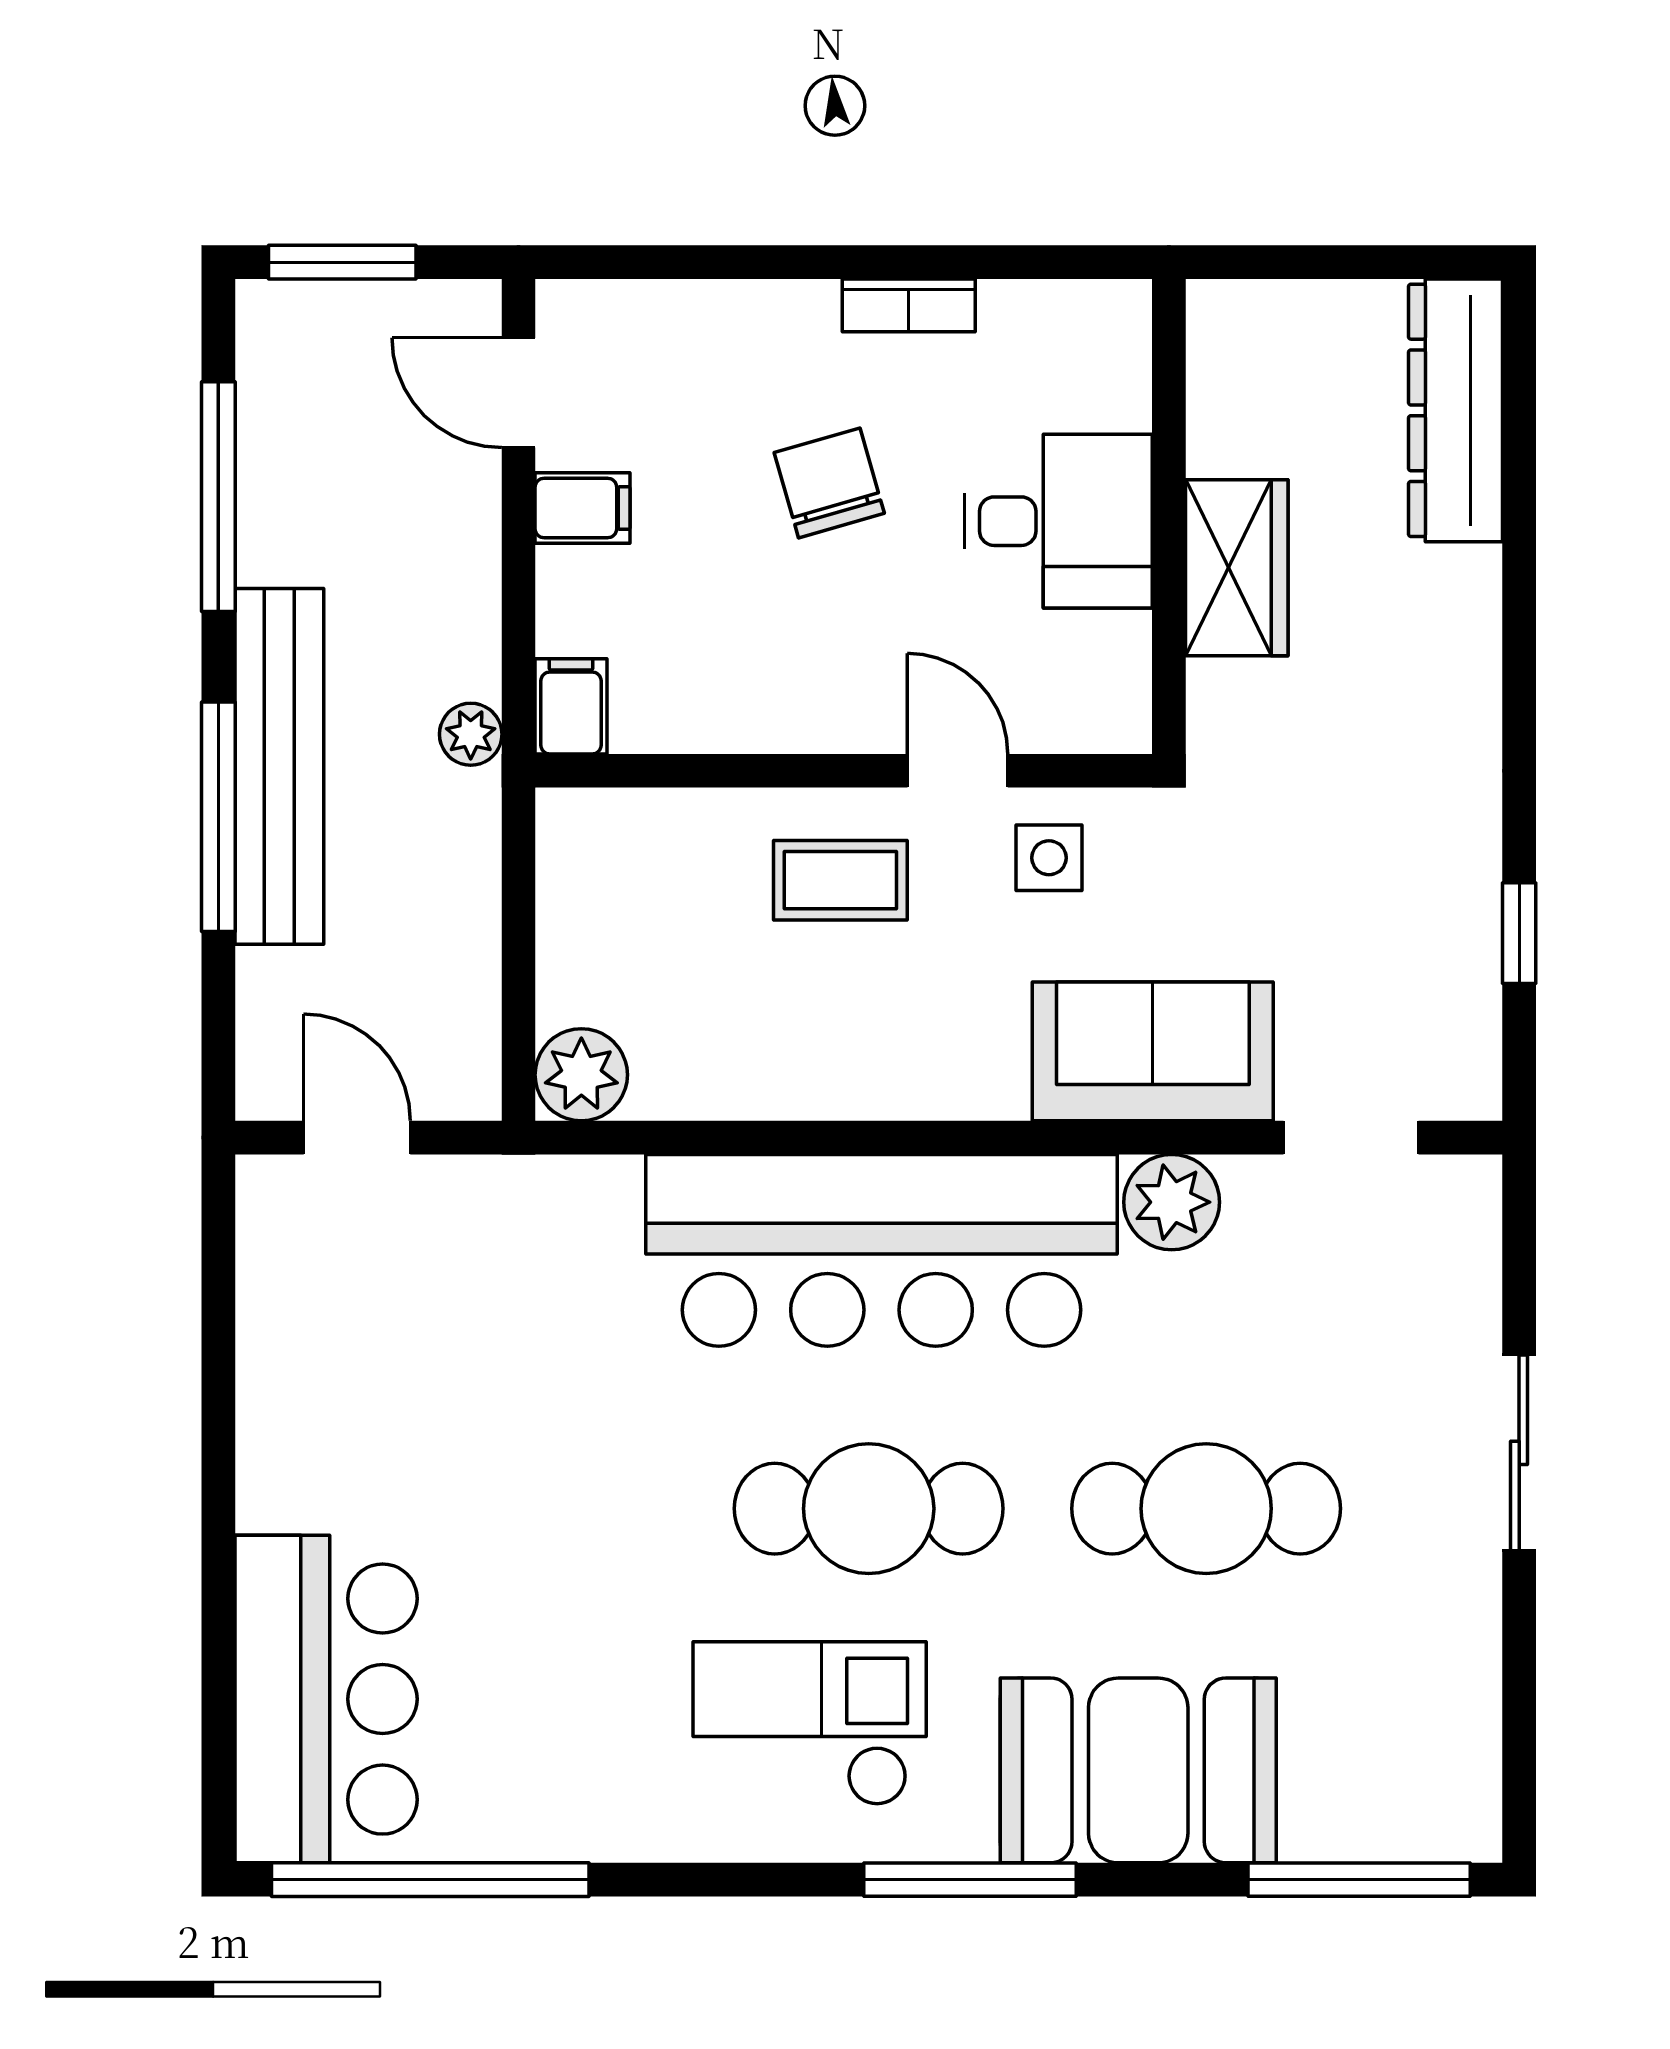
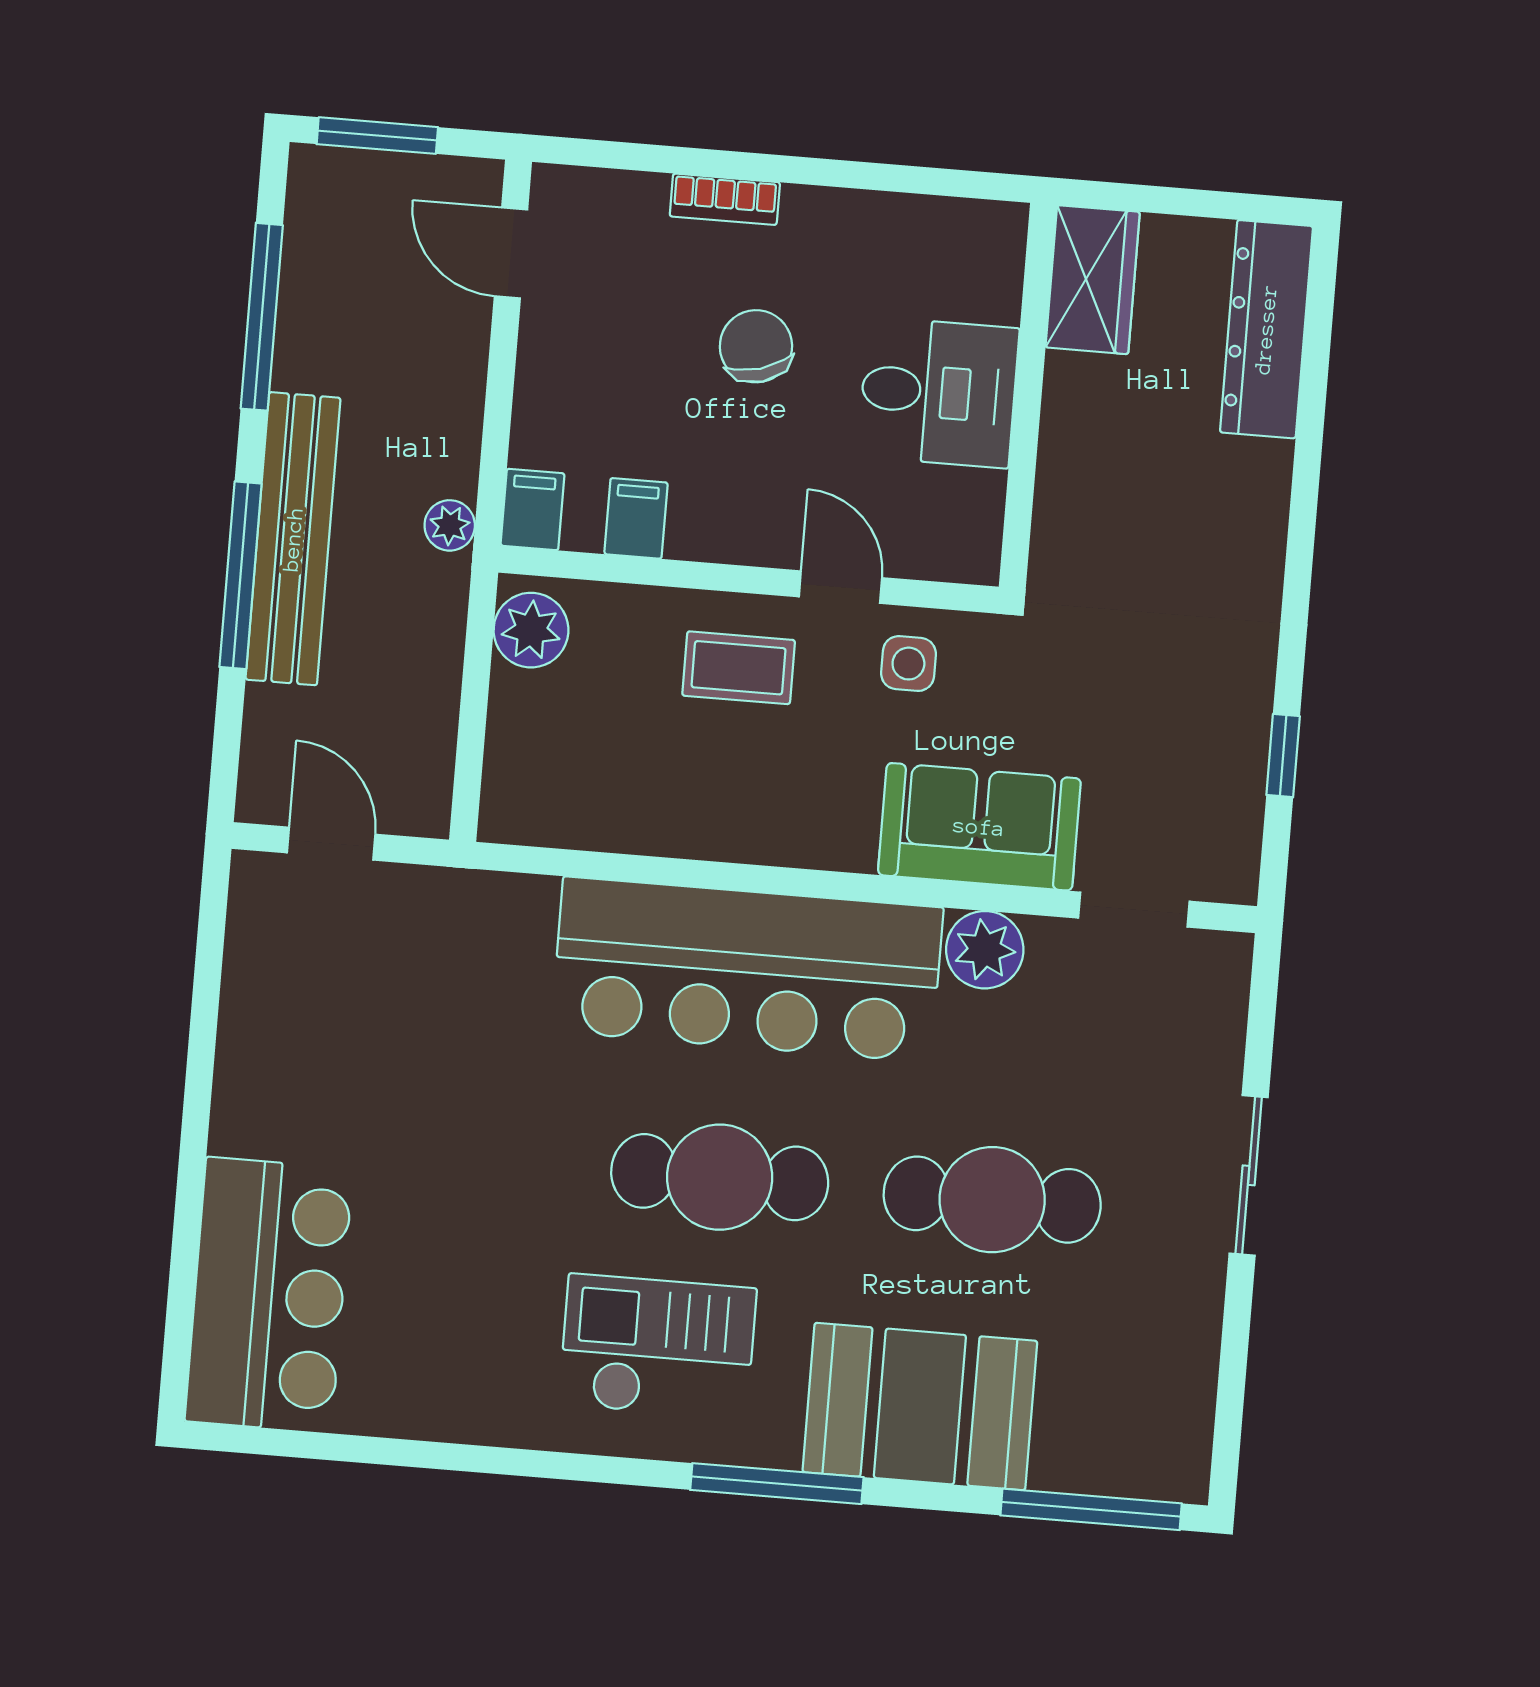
bookcase: (909, 305) -> (725, 199), moved
filing cabinet: (582, 508) -> (636, 518), moved, turned -90
wardrobe: (1237, 568) -> (1093, 280), moved
plant: (581, 1075) -> (531, 630), moved
window: (430, 1880) -> (341, 1448), removed

